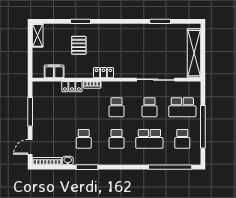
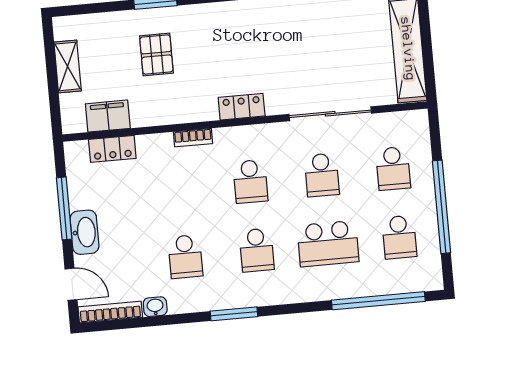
shelving: (38, 35) -> (68, 66), moved
locker: (103, 73) -> (242, 107), moved
locker: (72, 87) -> (112, 149), moved
school desk: (182, 107) -> (393, 168), width x0.54
washbasin: (39, 124) -> (85, 232), added
door: (30, 147) -> (71, 284), swing flipped
window: (87, 167) -> (234, 314), moved

